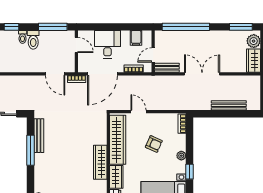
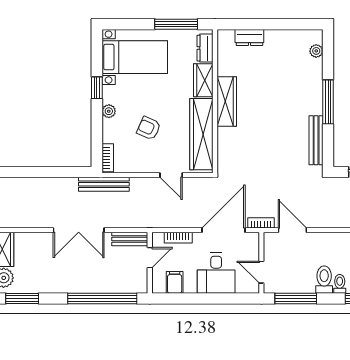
bench: (229, 105) -> (104, 184), moved
window: (31, 150) -> (328, 102), moved

